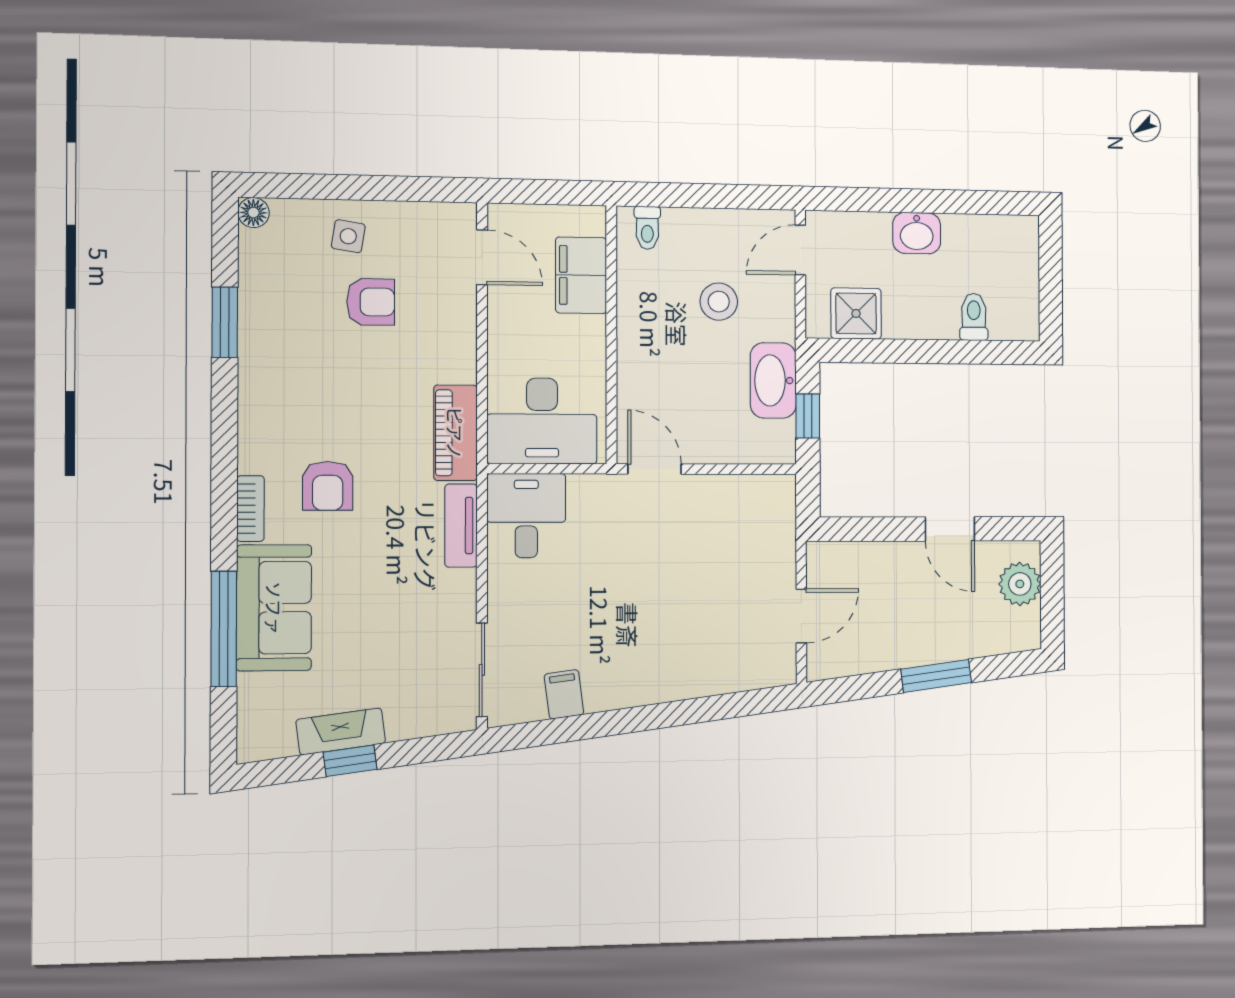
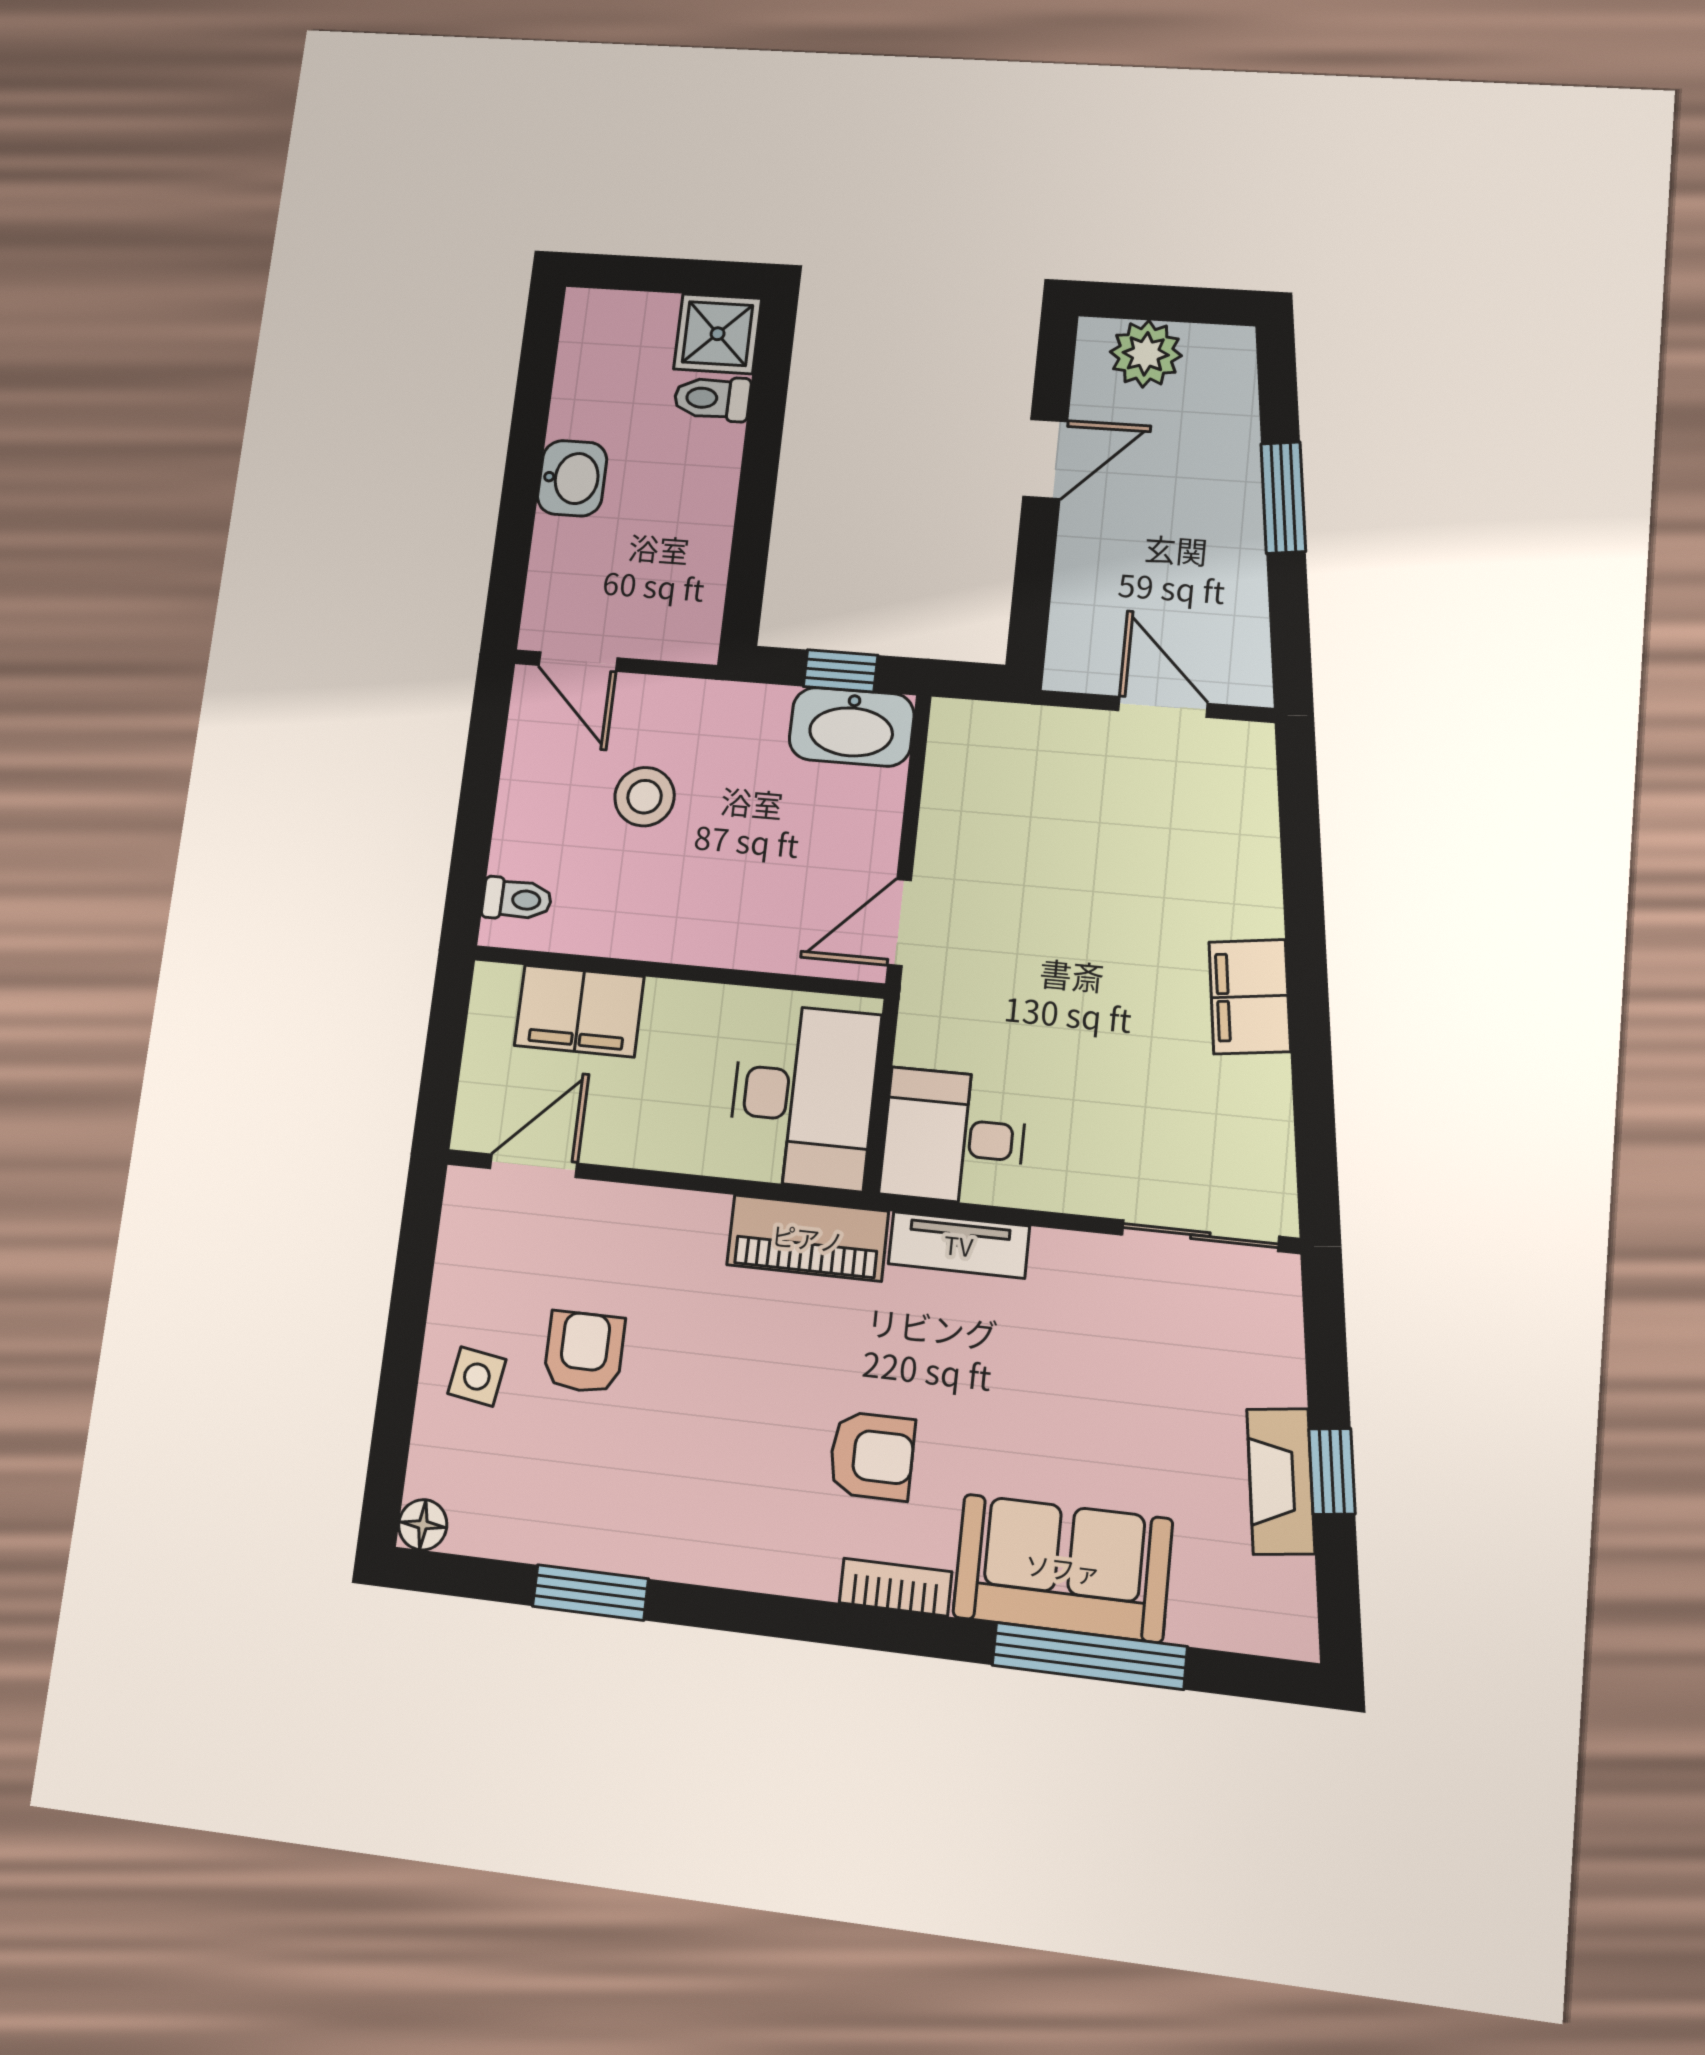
shower: (856, 313) -> (718, 334), moved
washbasin: (773, 380) -> (852, 727), moved
filing cabinet: (564, 694) -> (1250, 997), moved, width x2.00

